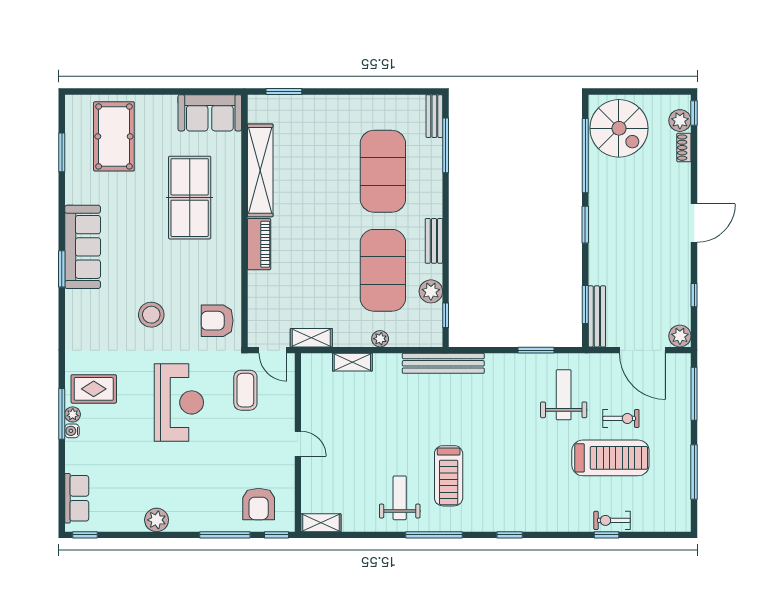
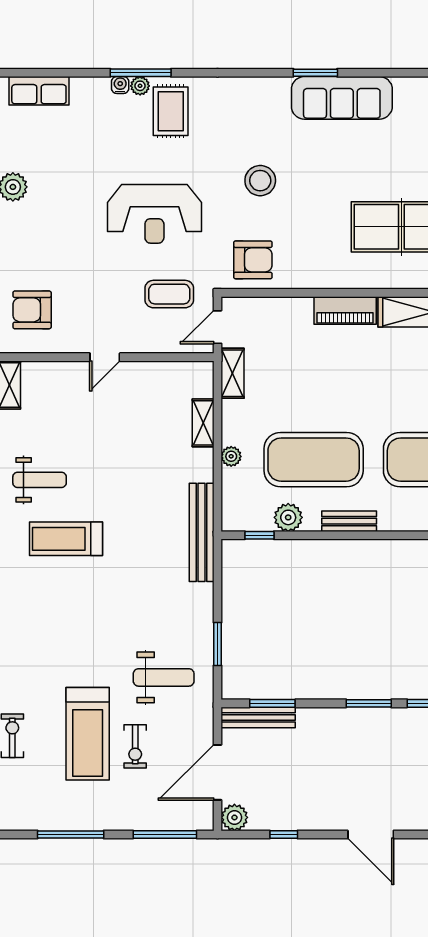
armchair: (217, 321) -> (253, 260), turned 90

